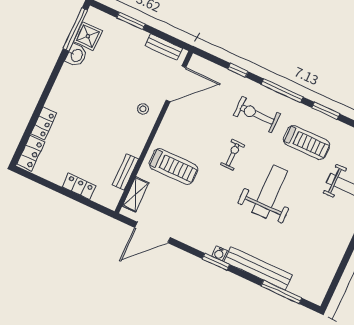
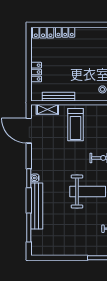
bench: (125, 172) -> (58, 97), width x1.36

